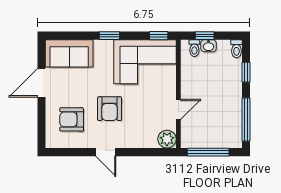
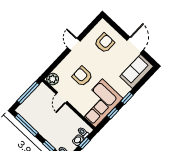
window: (159, 36) -> (113, 113), moved
armchair: (109, 109) -> (82, 76), moved
door: (106, 152) -> (74, 44), hinge flipped

